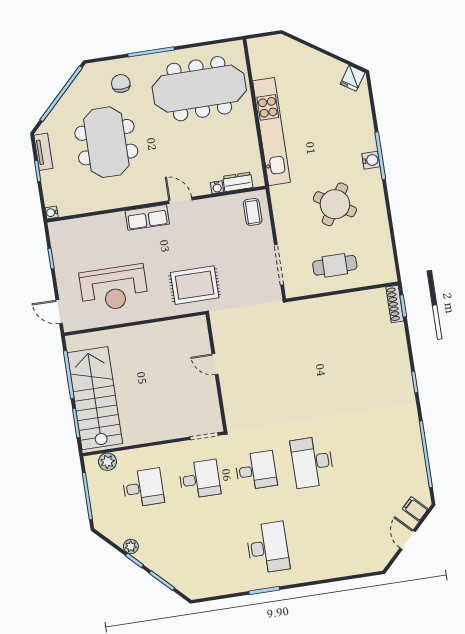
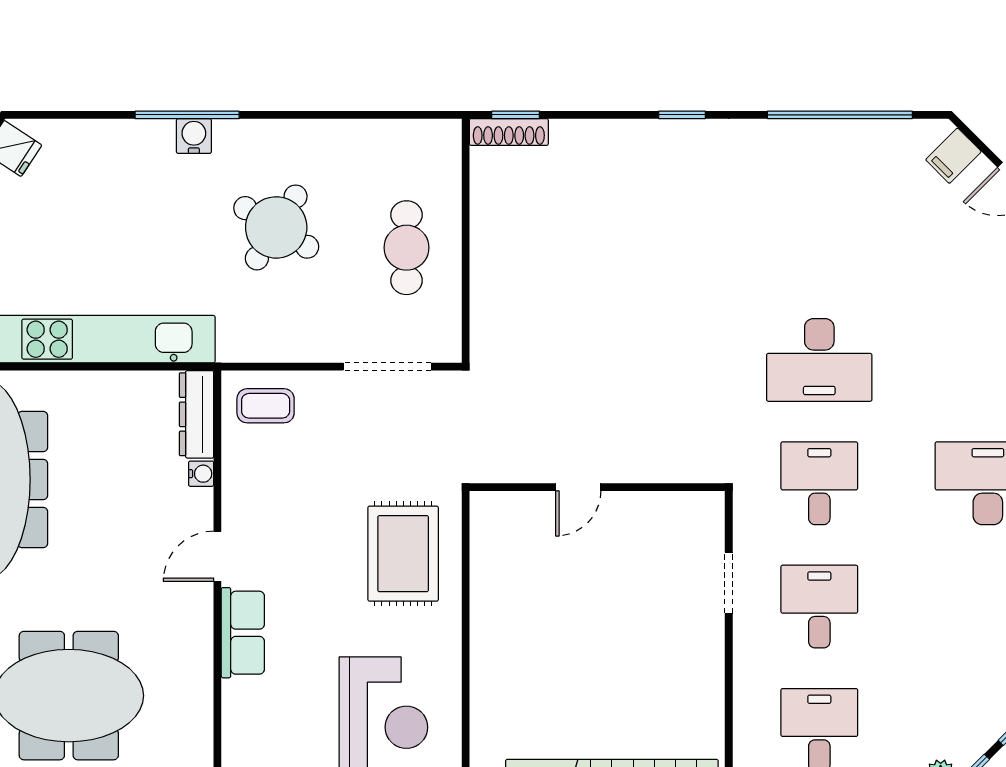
dresser: (238, 182) -> (197, 414), width x1.44
door: (215, 364) -> (578, 487), moved
wall: (216, 373) -> (597, 487), moved

